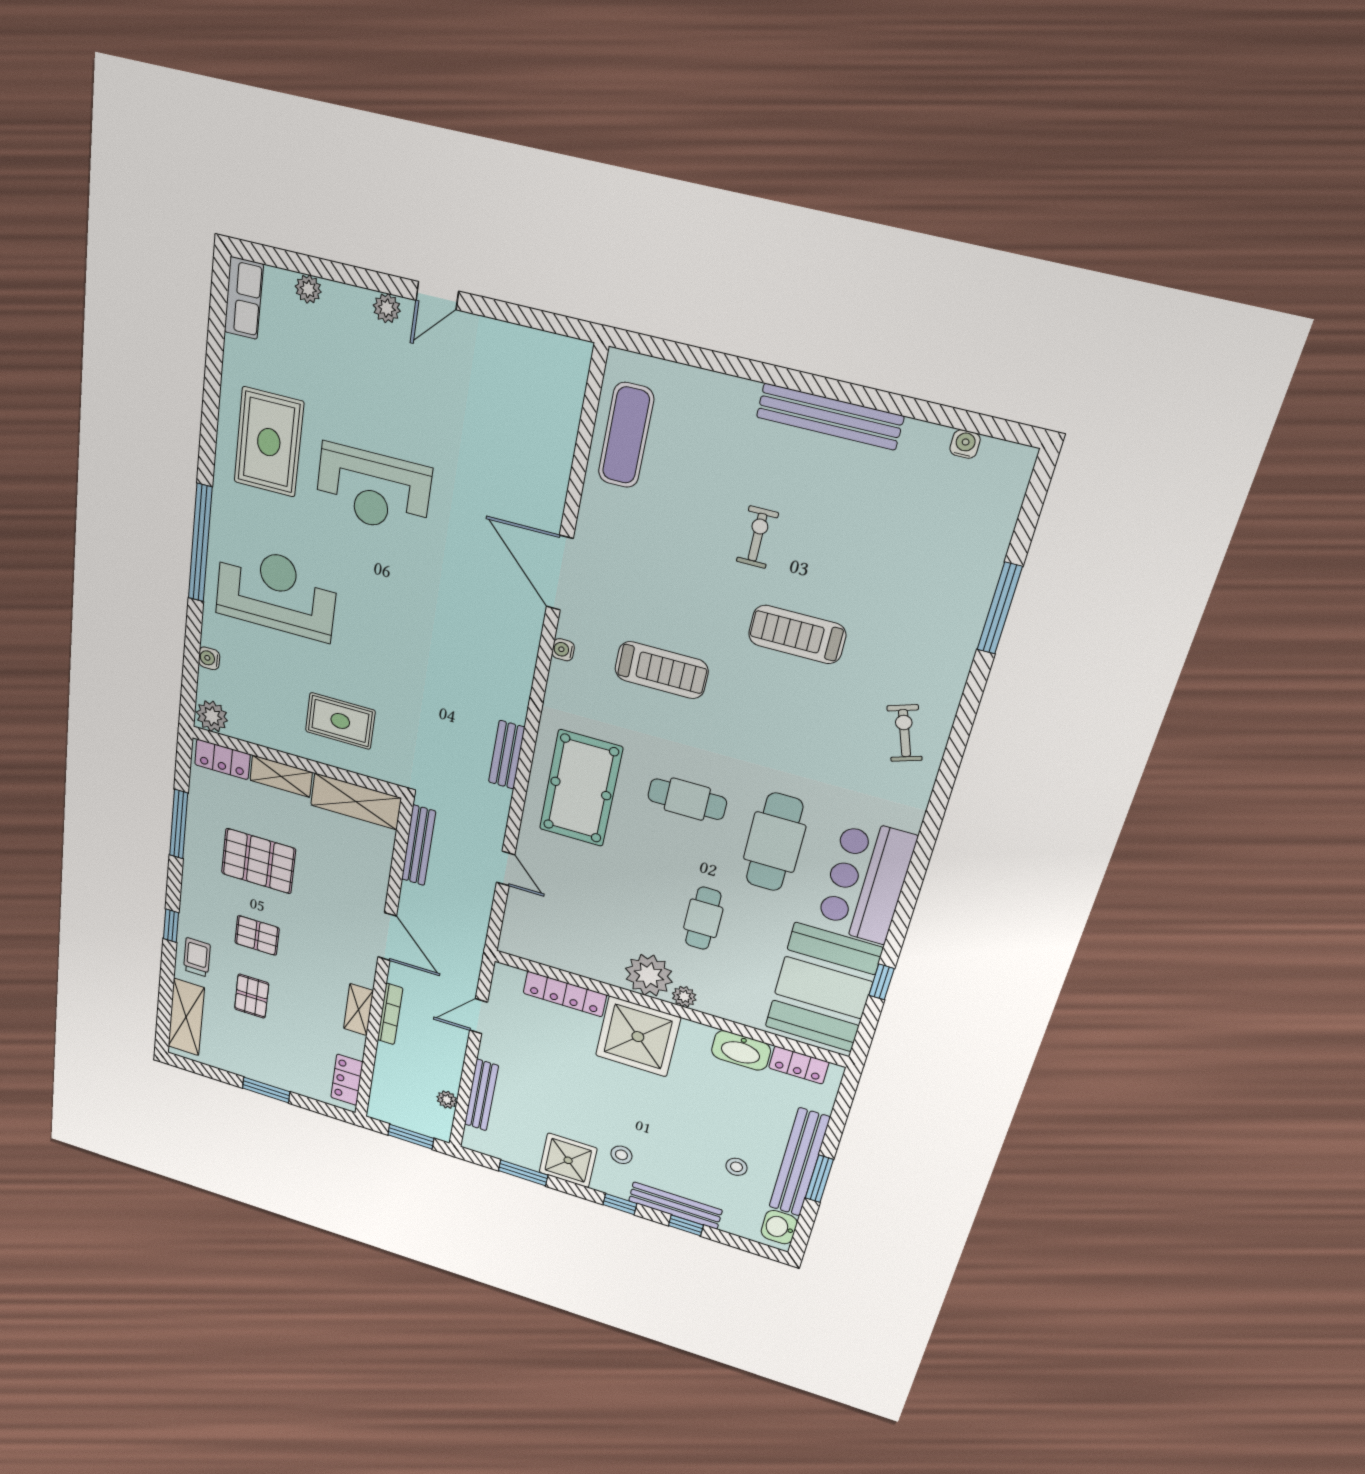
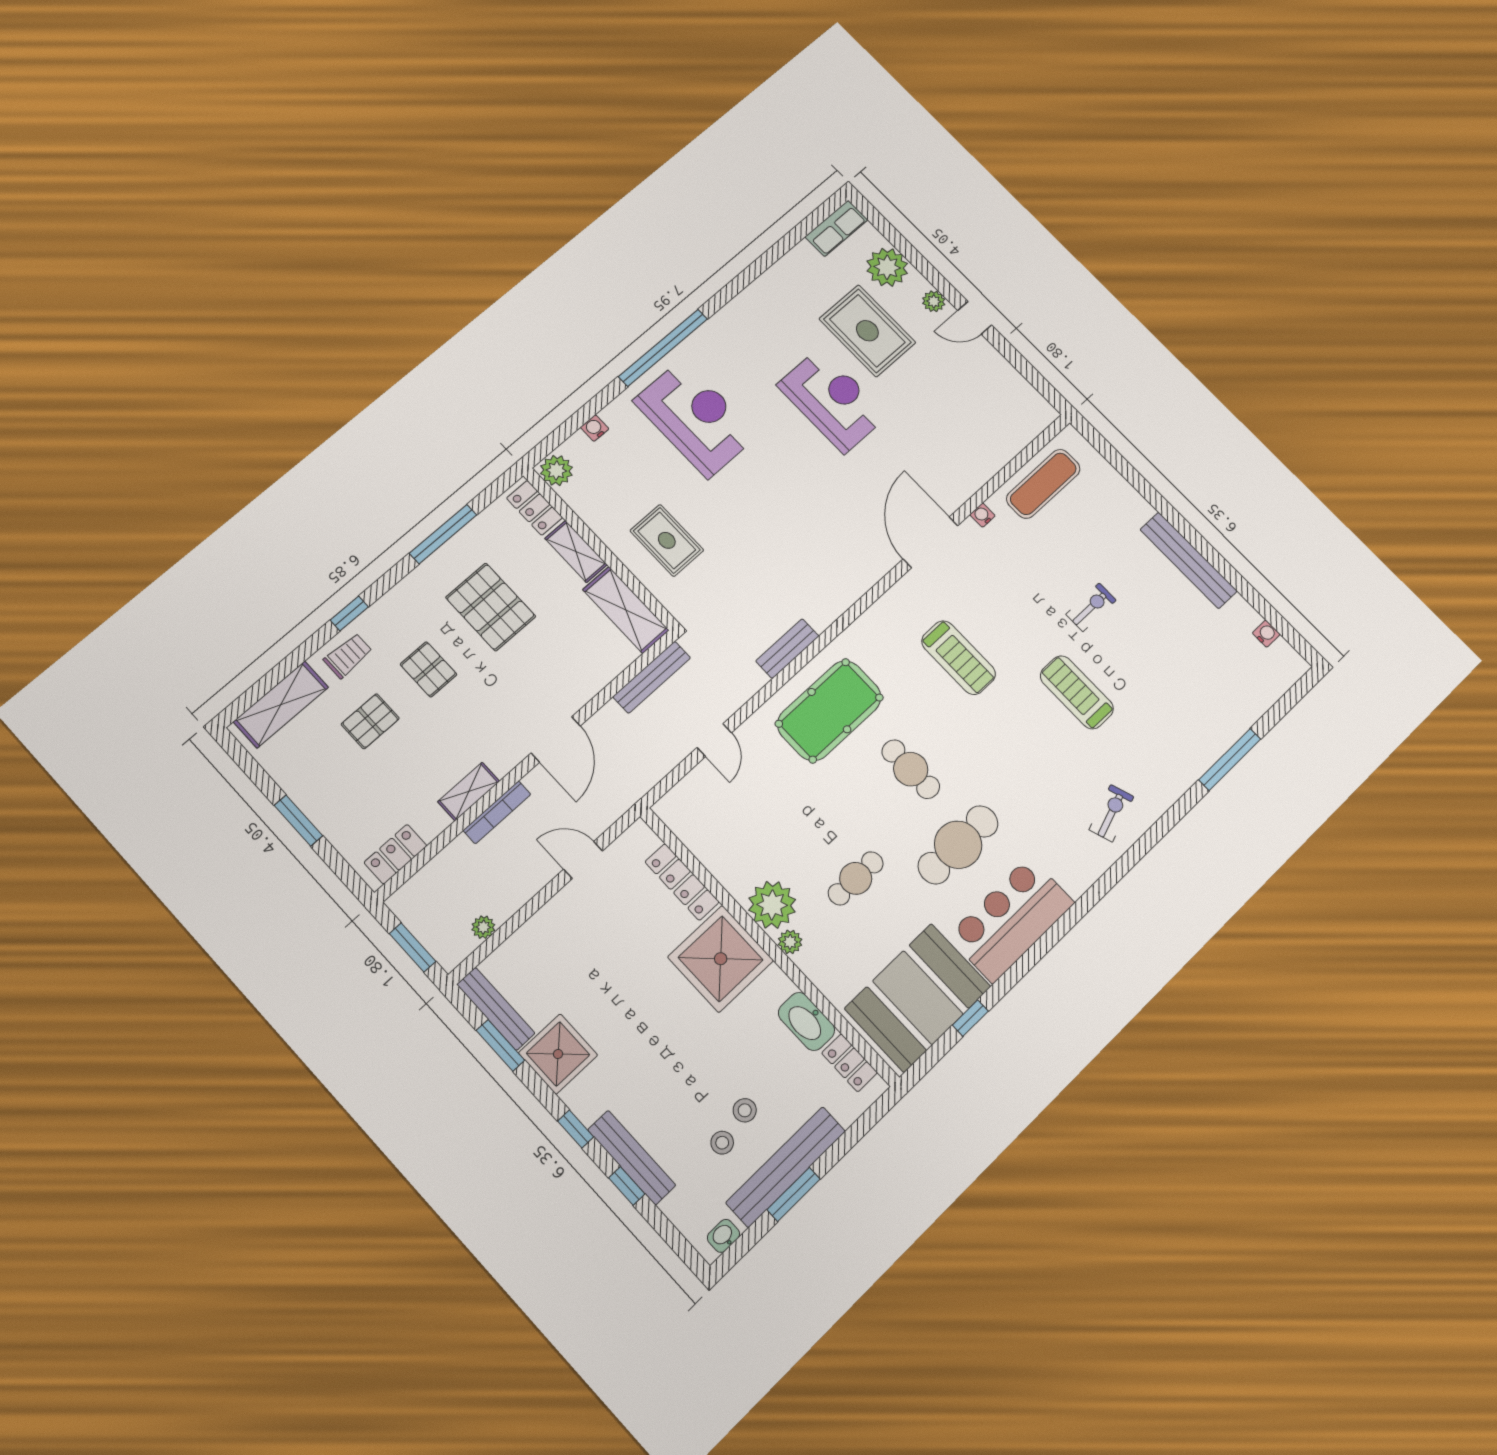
plant: (308, 289) -> (887, 267), width x1.87, depth x1.87
rug: (269, 442) -> (867, 331), moved, turned 90
reception desk: (373, 490) -> (832, 400), turned 180
water cooler: (563, 650) -> (982, 515), moved
bench: (481, 1095) -> (496, 1009), moved, turned 90
stool: (621, 1155) -> (745, 1110), moved
washbasin: (779, 1227) -> (723, 1236), width x0.72, depth x0.69

